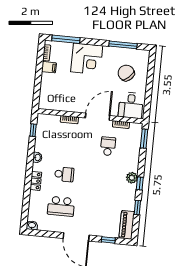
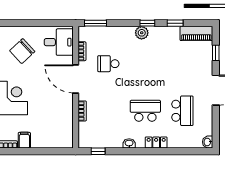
school desk: (64, 174) -> (145, 111), width x1.85

